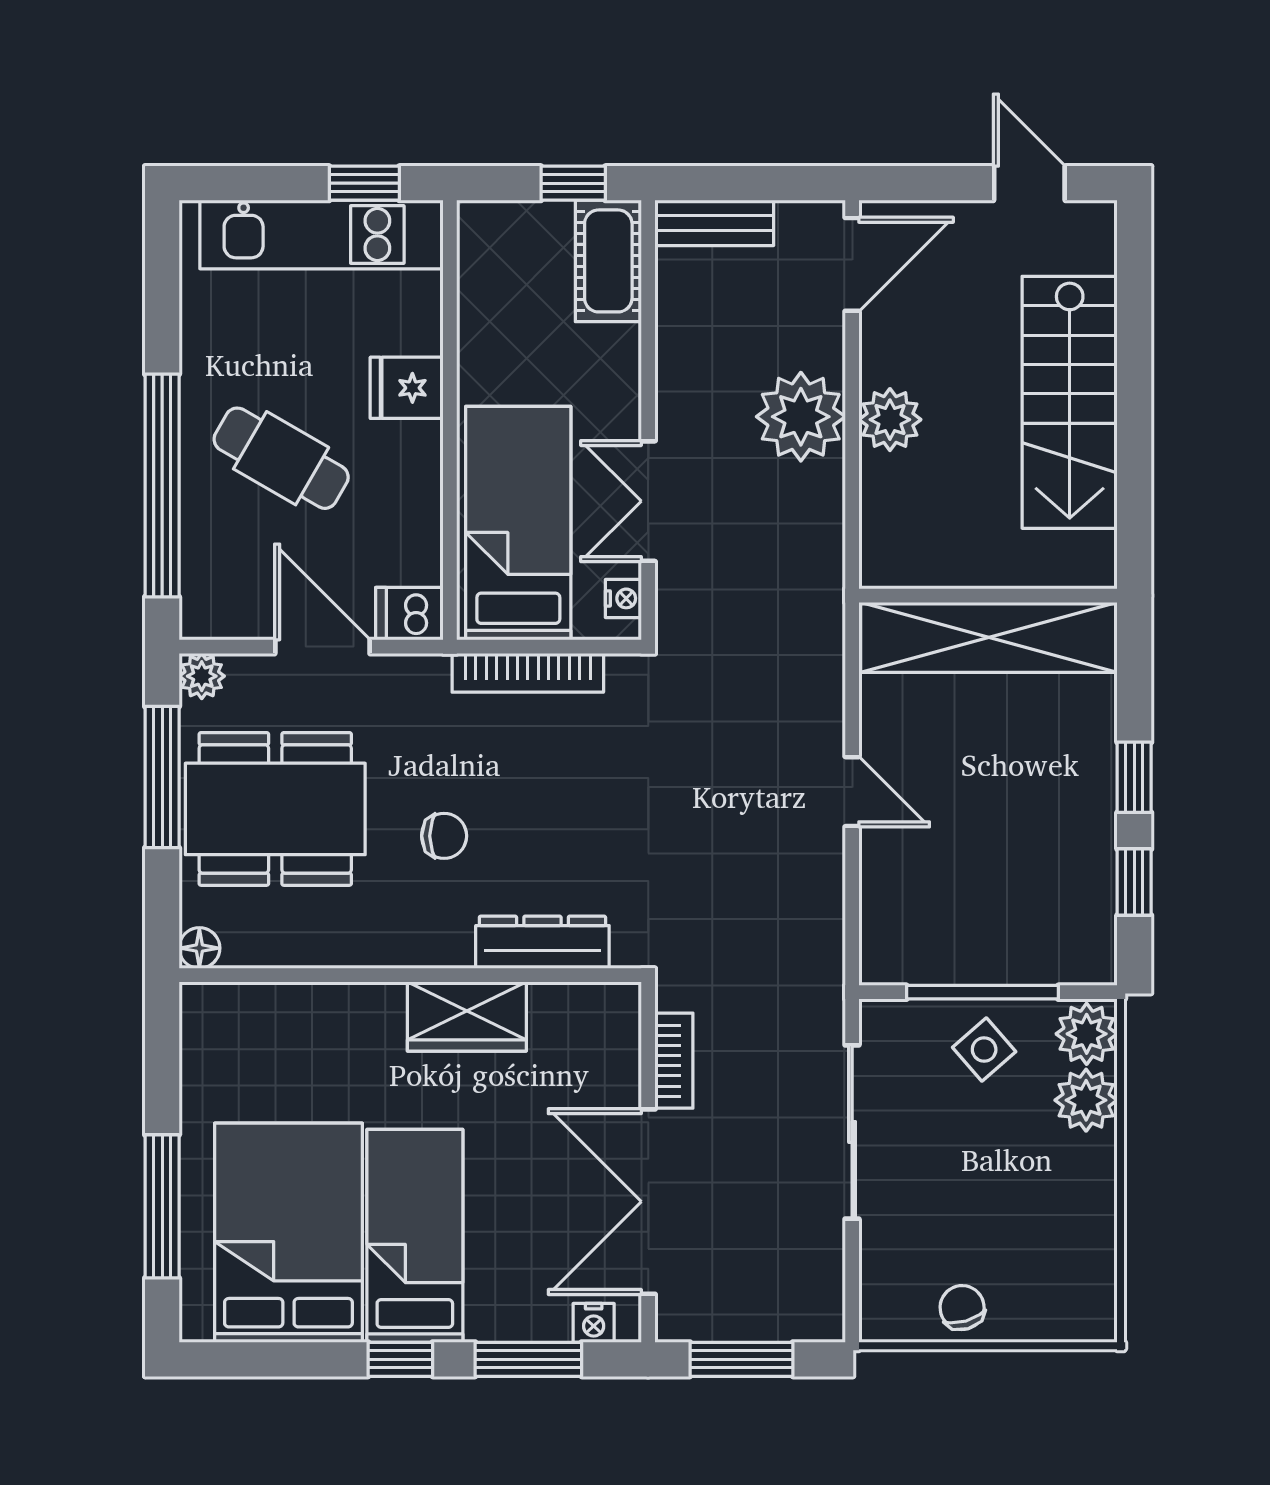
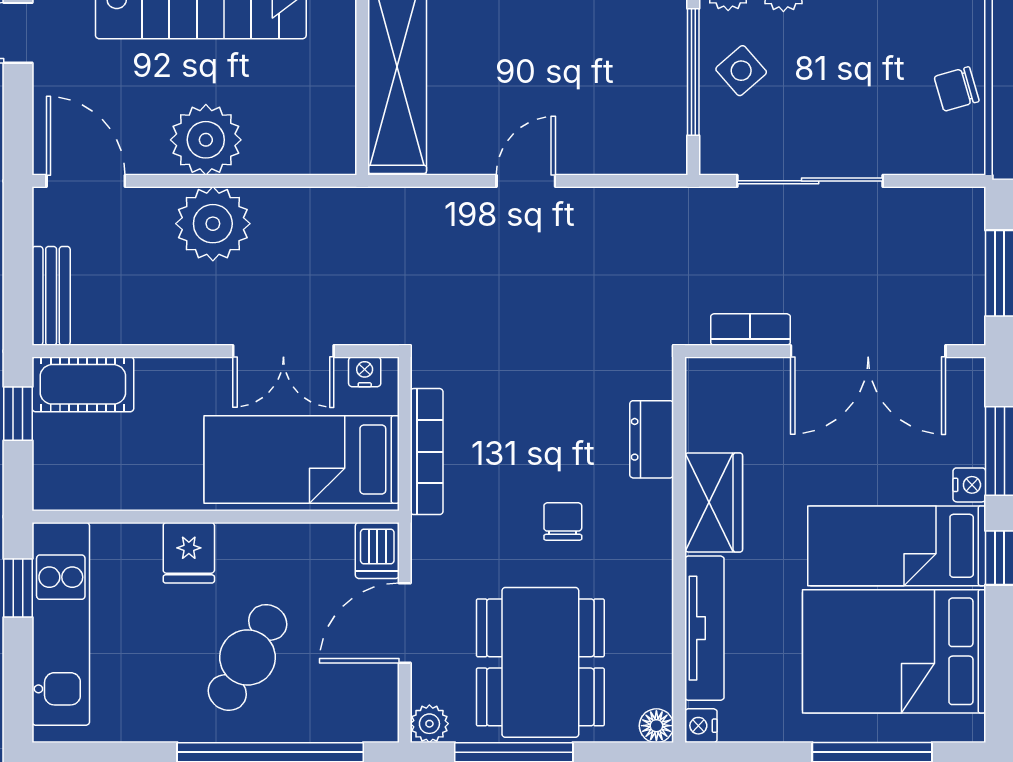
plant: (890, 420) -> (206, 140), width x1.36, depth x1.36
dresser: (542, 942) -> (652, 439), width x0.70
nightstand: (199, 1001) -> (701, 726), added
tv unit: (316, 1005) -> (704, 628), added
nightstand: (594, 1323) -> (969, 485), moved

